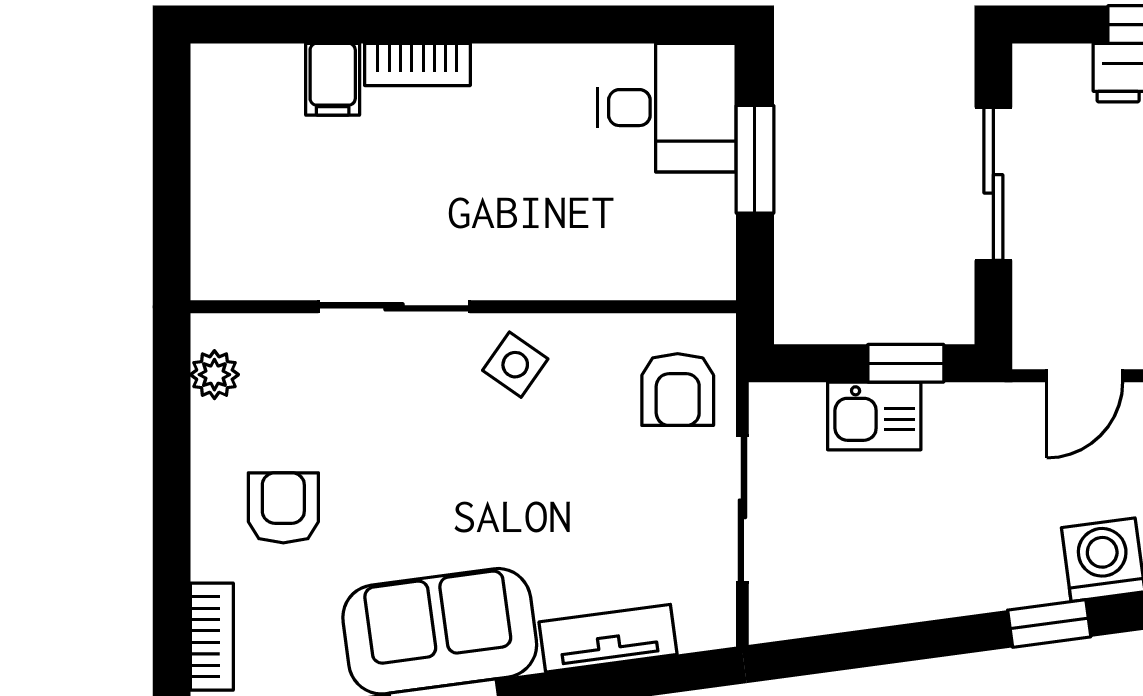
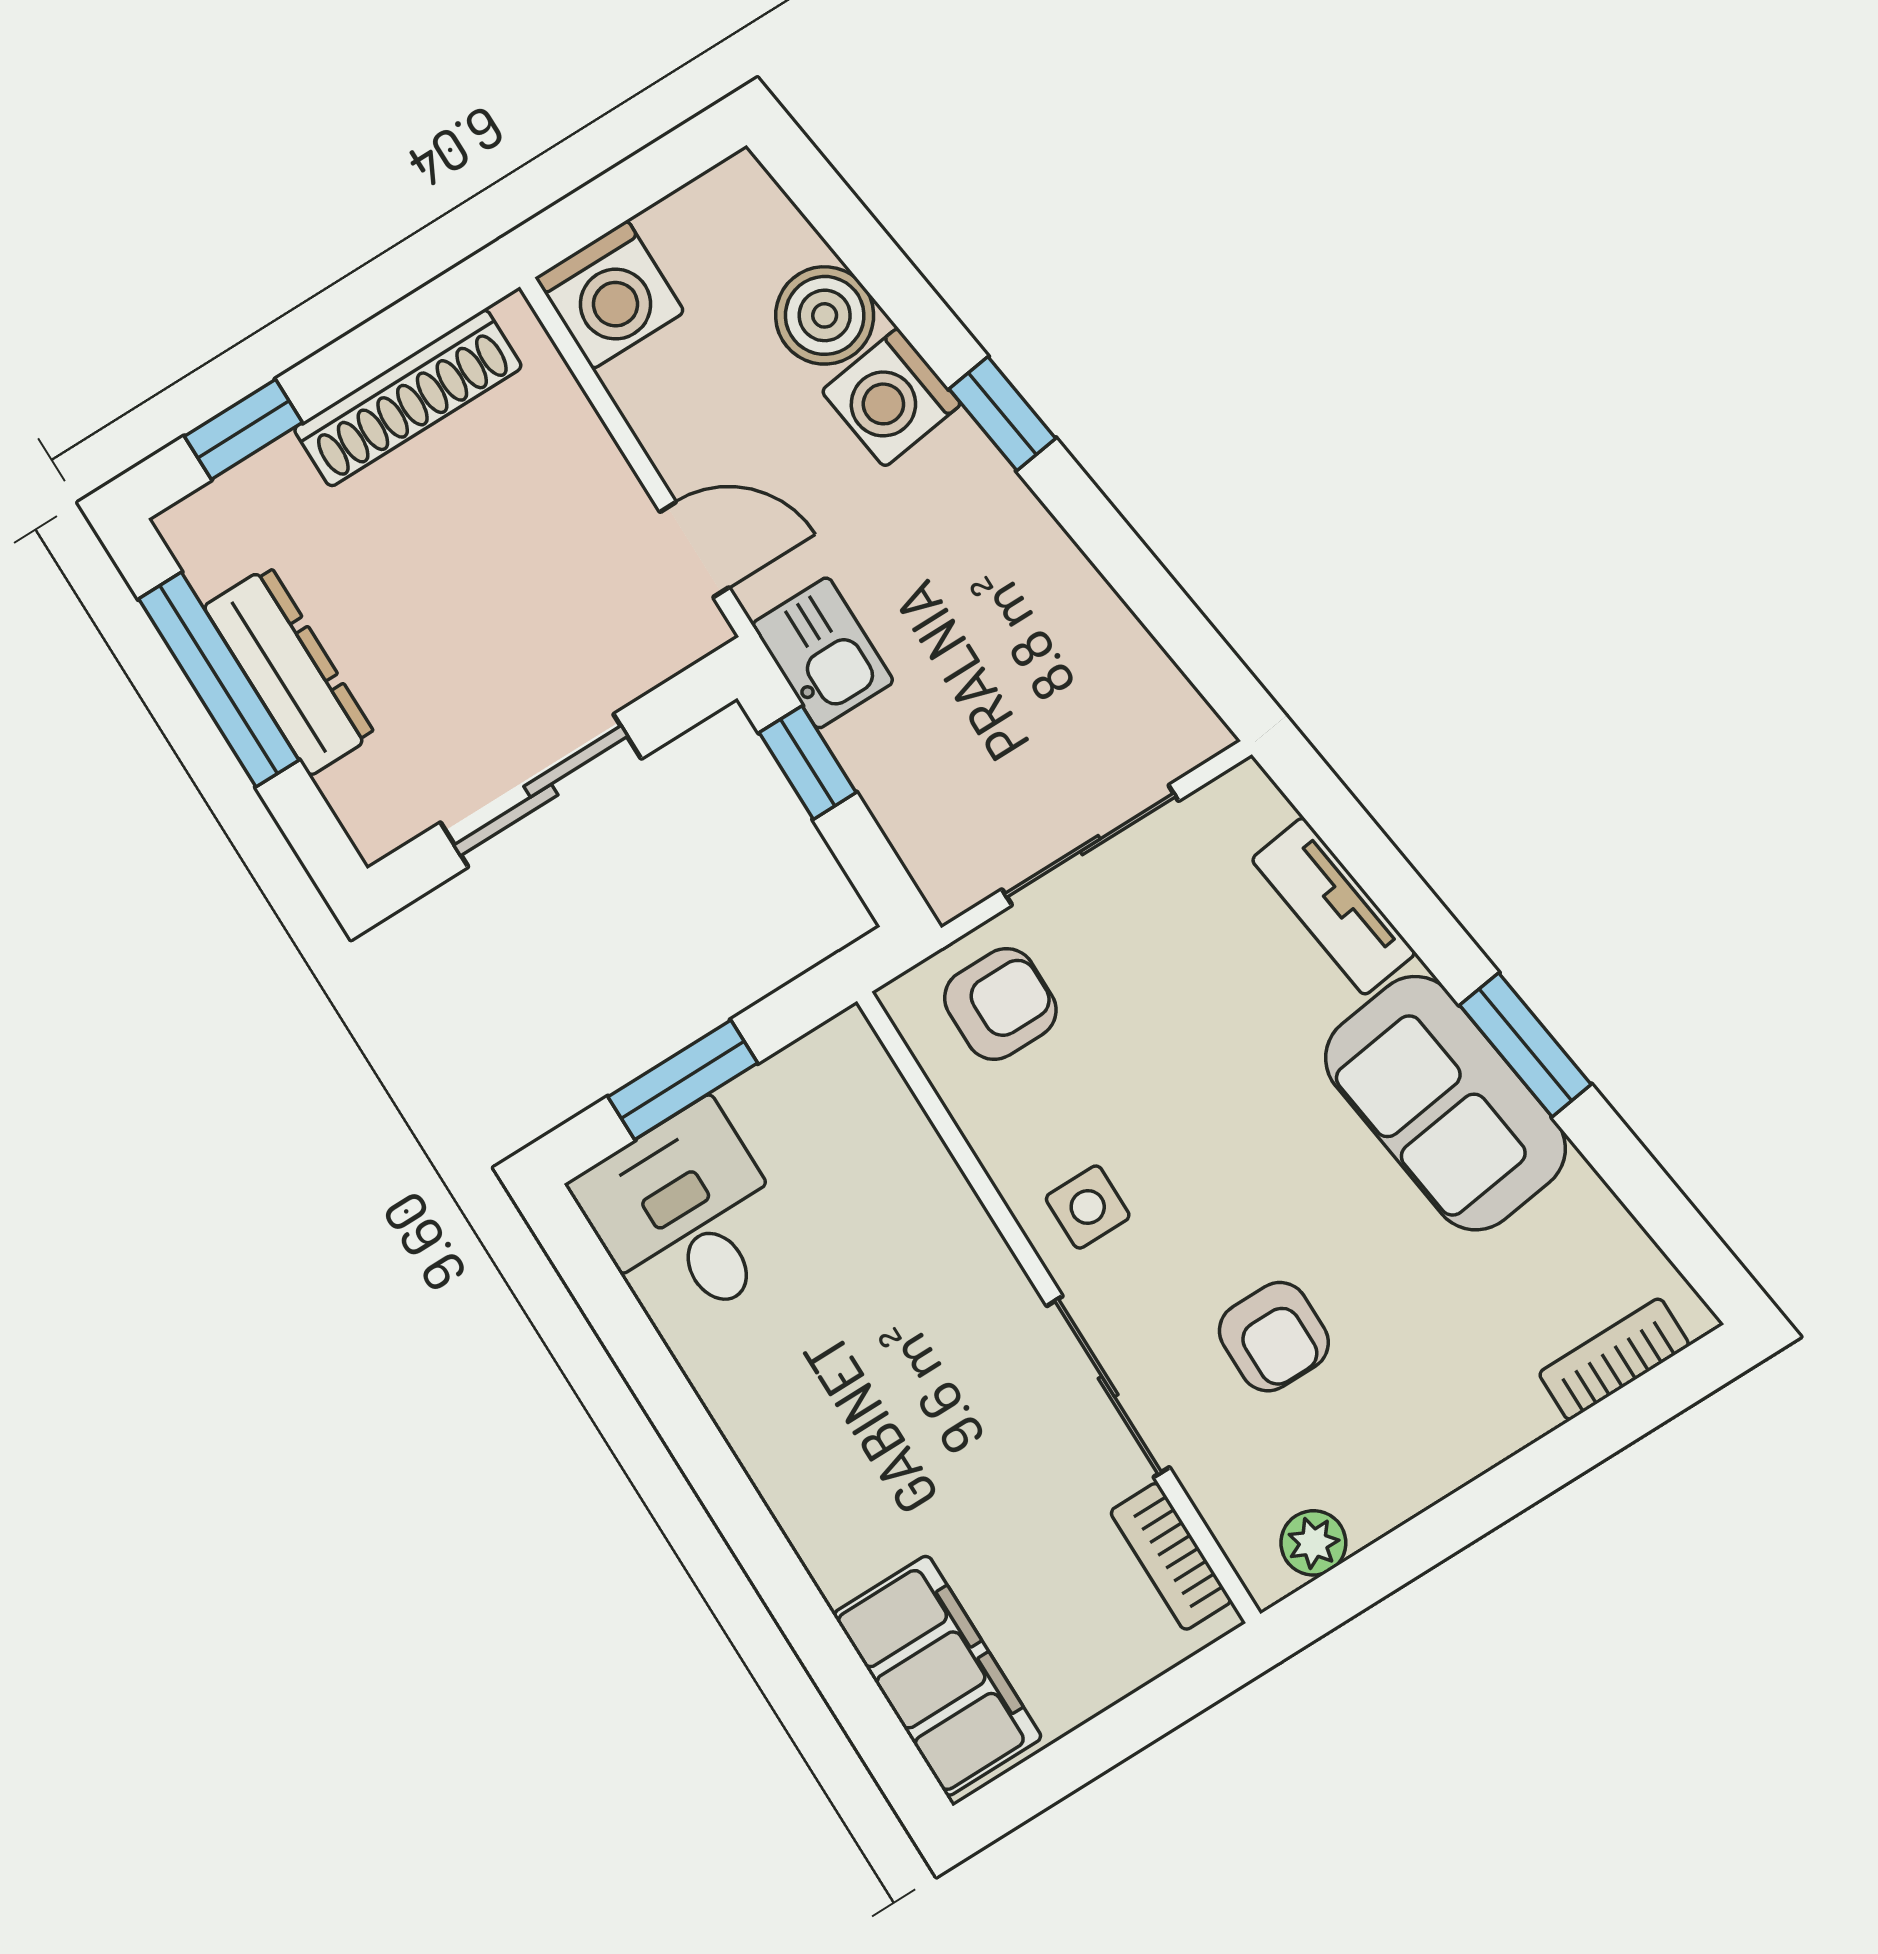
bookcase: (417, 64) -> (1171, 1556), moved, turned 180
filing cabinet: (333, 79) -> (938, 1676), width x3.00, depth x1.17
side table: (515, 365) -> (1088, 1207), turned -35
kitchen sink: (874, 416) -> (823, 653), moved
armchair: (283, 508) -> (1274, 1337), moved, turned -90

